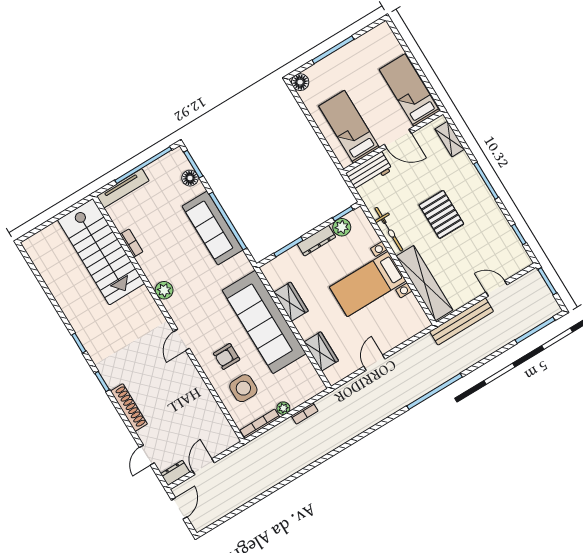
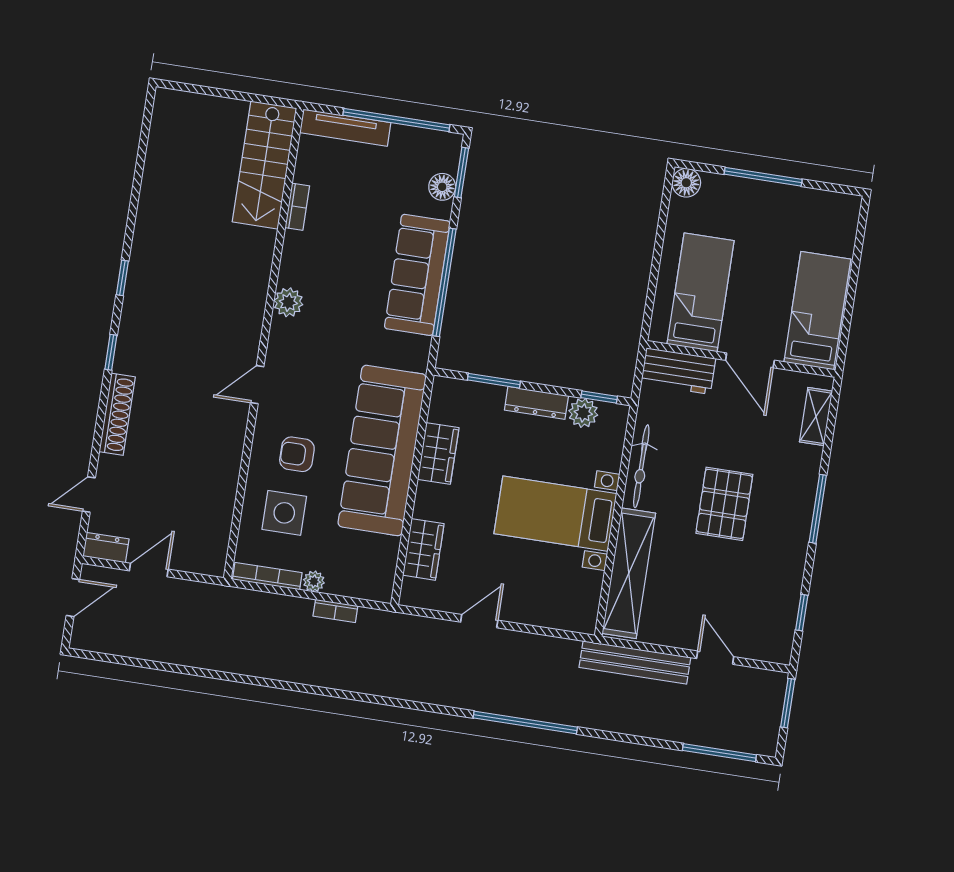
stairs: (101, 252) -> (264, 165), width x0.73, depth x0.66

